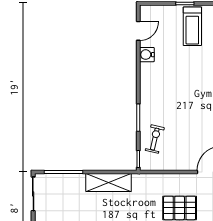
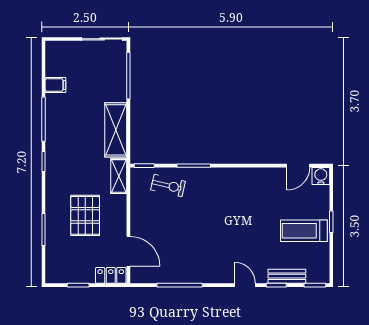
door: (138, 31) -> (298, 166), hinge flipped
water cooler: (147, 55) -> (321, 176), moved
shelving: (147, 180) -> (119, 176), added

